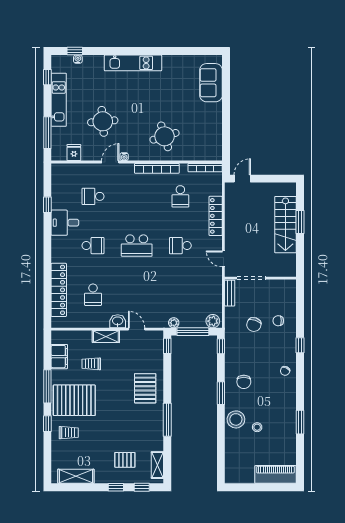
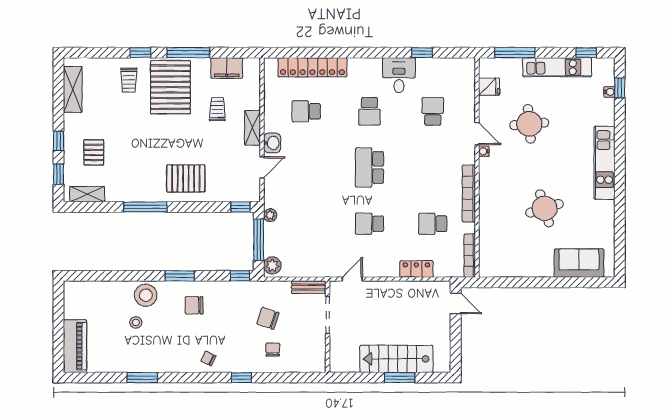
round table: (165, 136) -> (545, 208), moved
locker: (216, 216) -> (416, 269), width x0.66
school desk: (180, 246) -> (369, 224), turned -90

